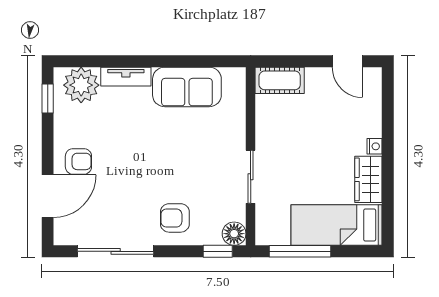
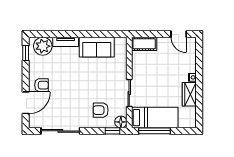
armchair: (175, 218) -> (101, 110), moved
bed: (337, 225) -> (155, 118), moved, turned 180

